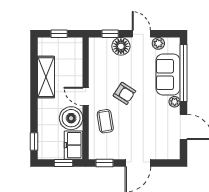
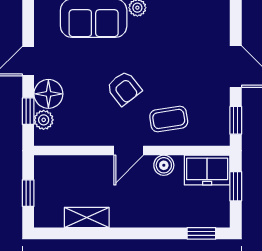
plant: (158, 43) -> (44, 120), moved
shelving: (46, 77) -> (87, 218), width x0.67, depth x0.75
armchair: (124, 93) -> (124, 88), turned 109
boiler: (71, 118) -> (164, 165), width x0.54, depth x0.54

